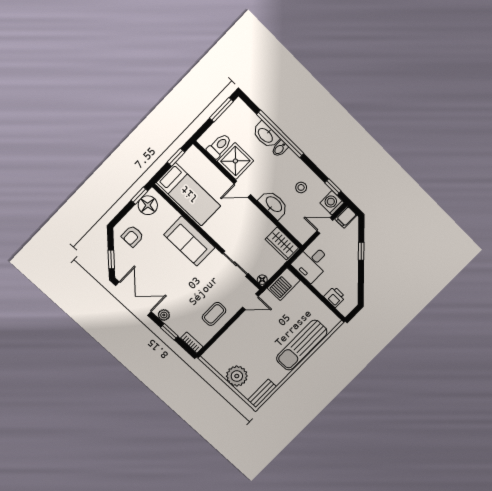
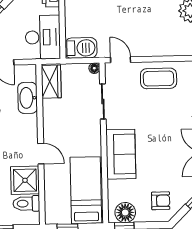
washbasin: (274, 204) -> (28, 98), moved
desk: (311, 263) -> (43, 37), width x1.37
coffee table: (214, 314) -> (159, 78), width x1.36, depth x1.30

